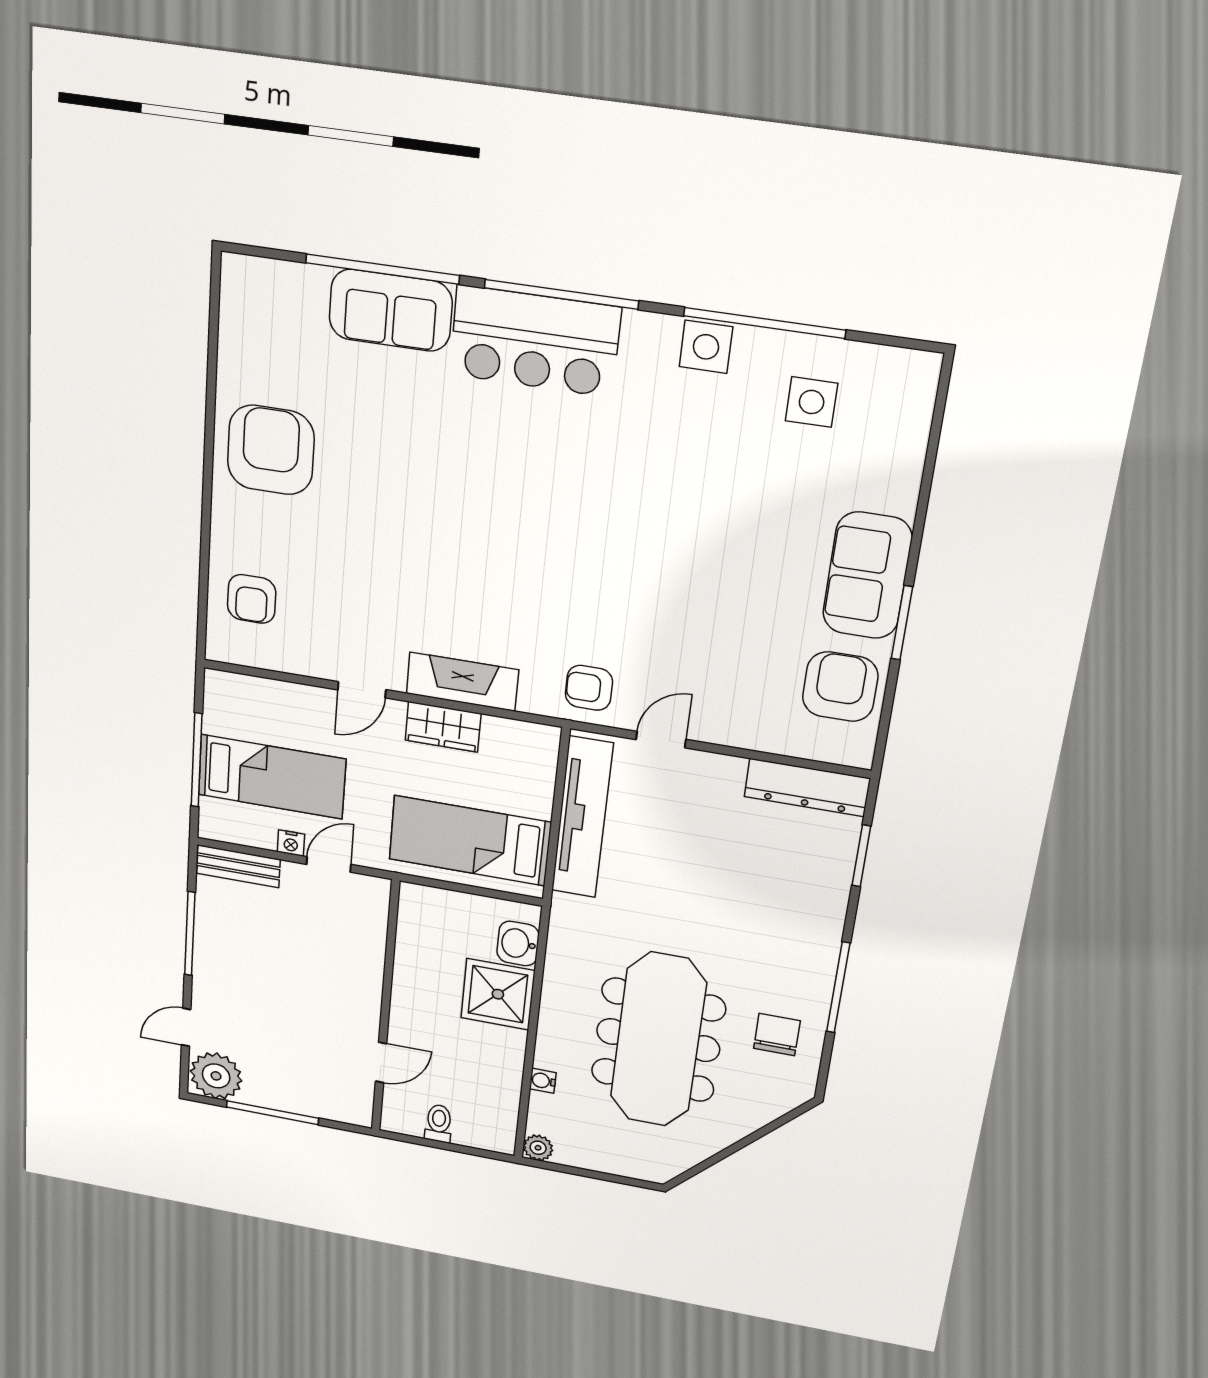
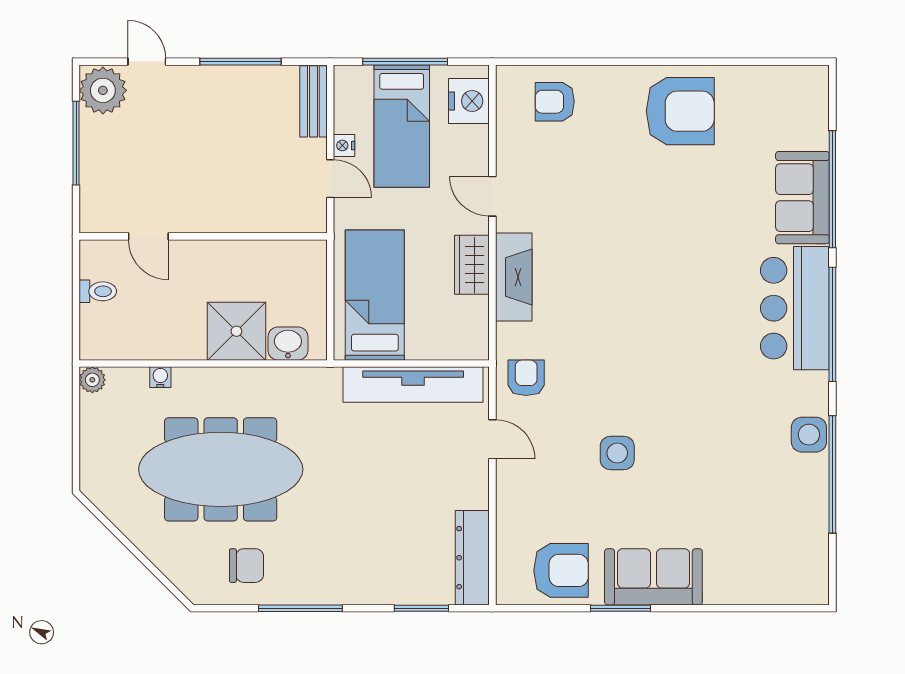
side table: (812, 402) -> (617, 453), moved
nightstand: (246, 697) -> (469, 101), added

